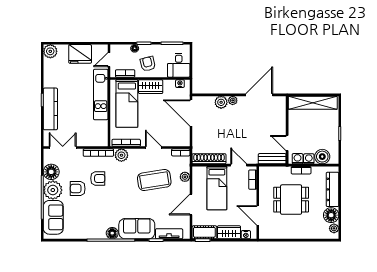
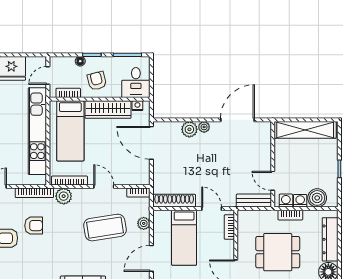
wardrobe: (151, 87) -> (108, 110), width x1.50
kitchen unit: (101, 94) -> (37, 131), width x1.36

